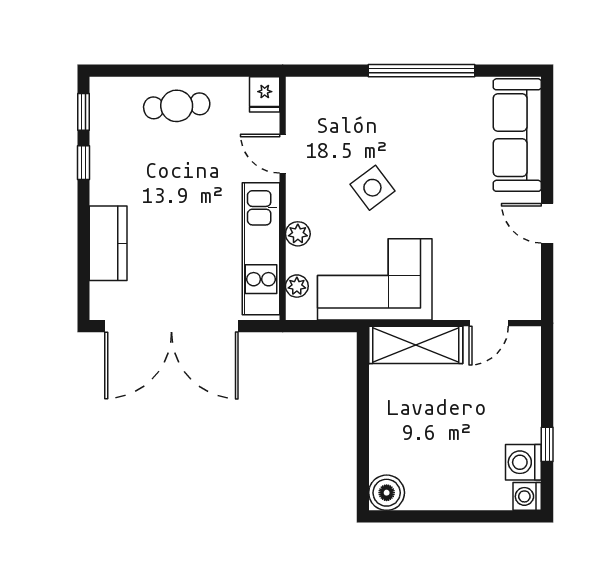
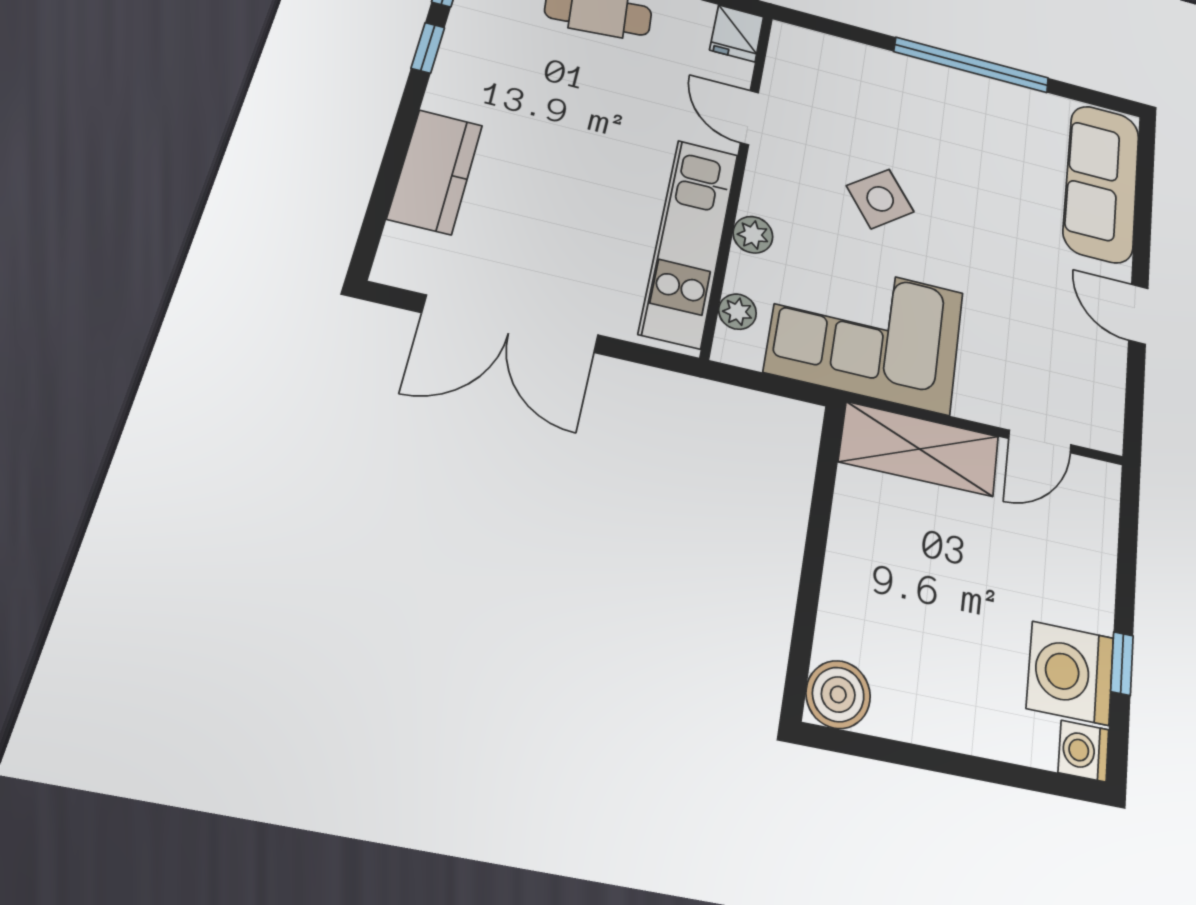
double door: (171, 326) -> (511, 324), width x0.73
washing machine: (523, 462) -> (1070, 673), width x1.37, depth x1.37

